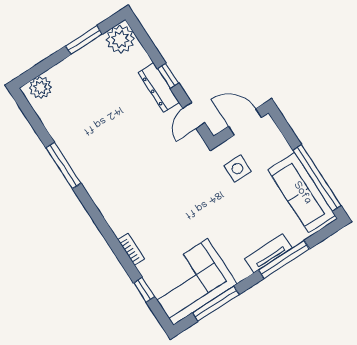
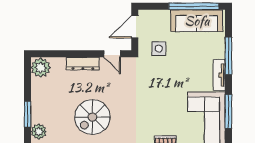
window: (84, 40) -> (28, 114), moved
window: (168, 76) -> (80, 54), removed
spiral stairs: (101, 142) -> (92, 117), added
tv unit: (268, 253) -> (219, 75), moved

